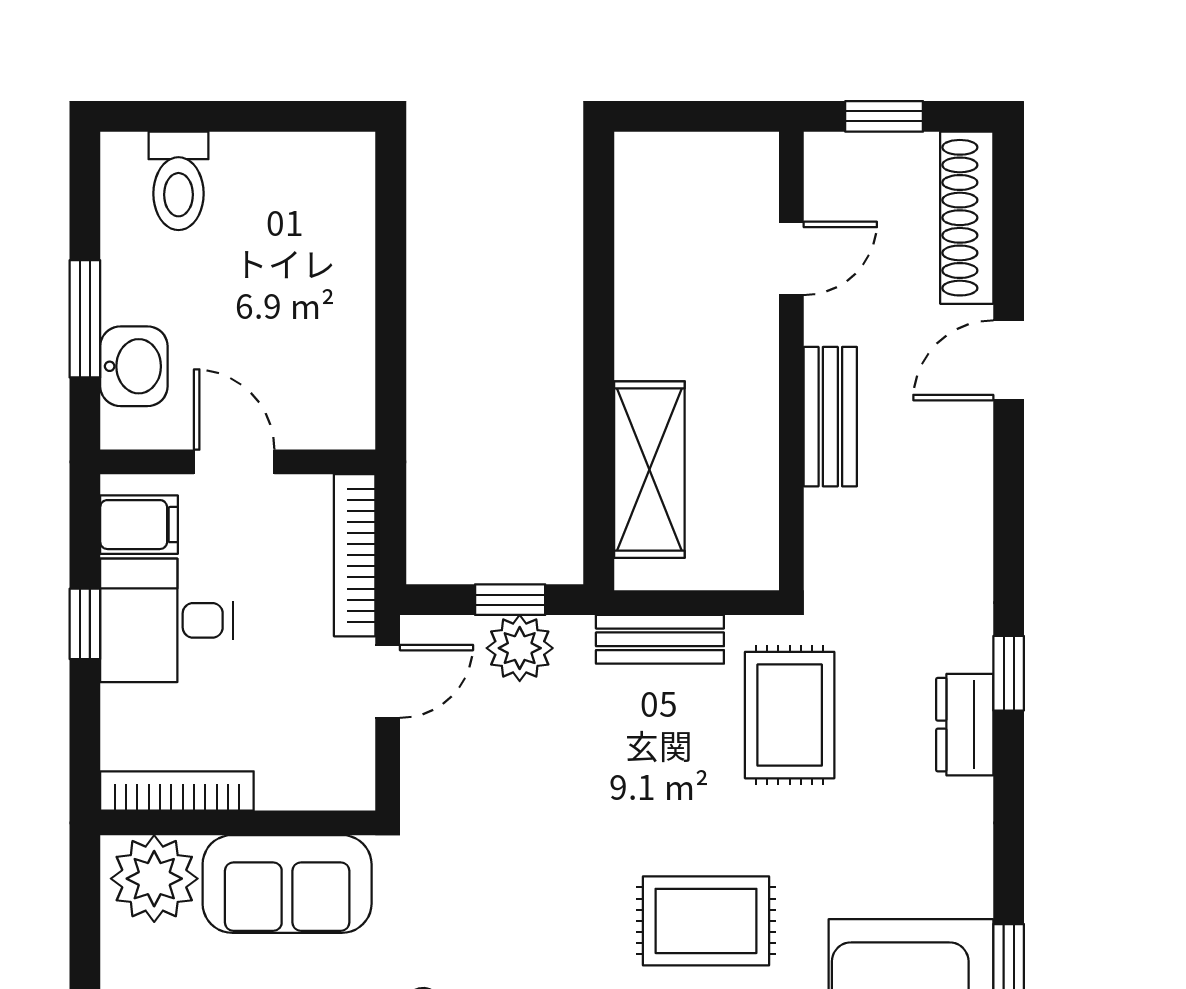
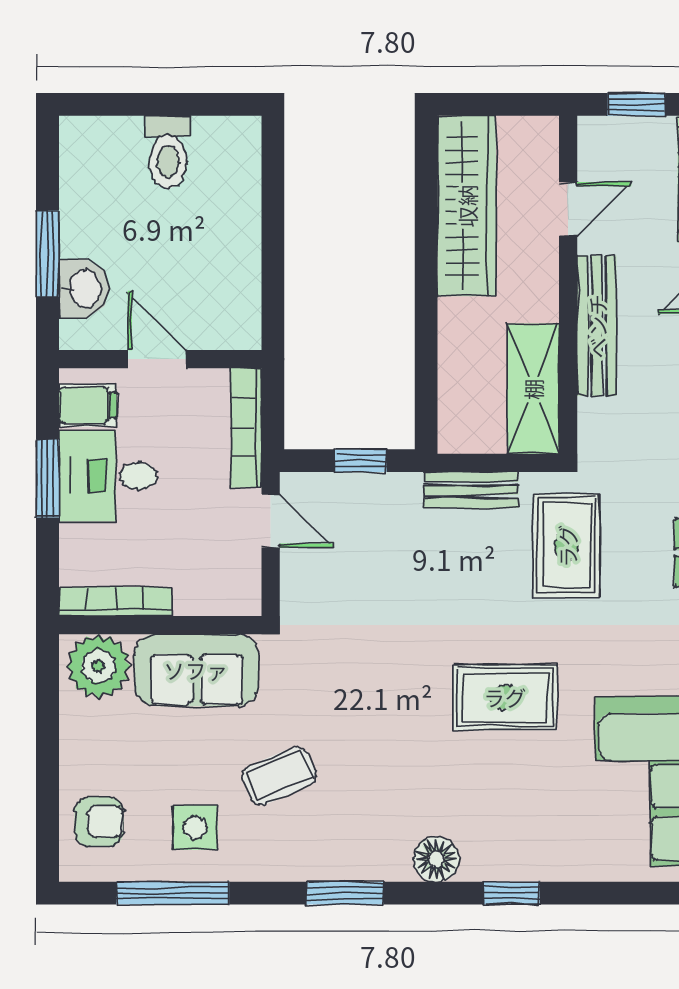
toilet: (178, 181) -> (168, 152), moved
wardrobe: (654, 254) -> (467, 206), added
bench: (830, 417) -> (597, 326), width x1.36
shelving: (649, 470) -> (533, 389), moved
window: (85, 624) -> (48, 478), width x1.50
plant: (520, 648) -> (368, 496), removed
door: (388, 681) -> (271, 521), hinge flipped

